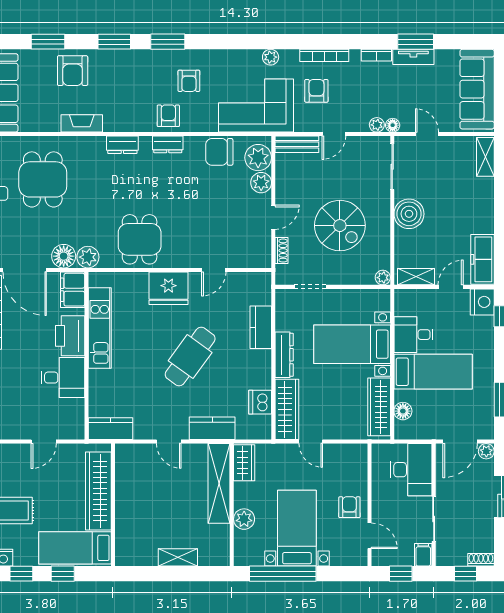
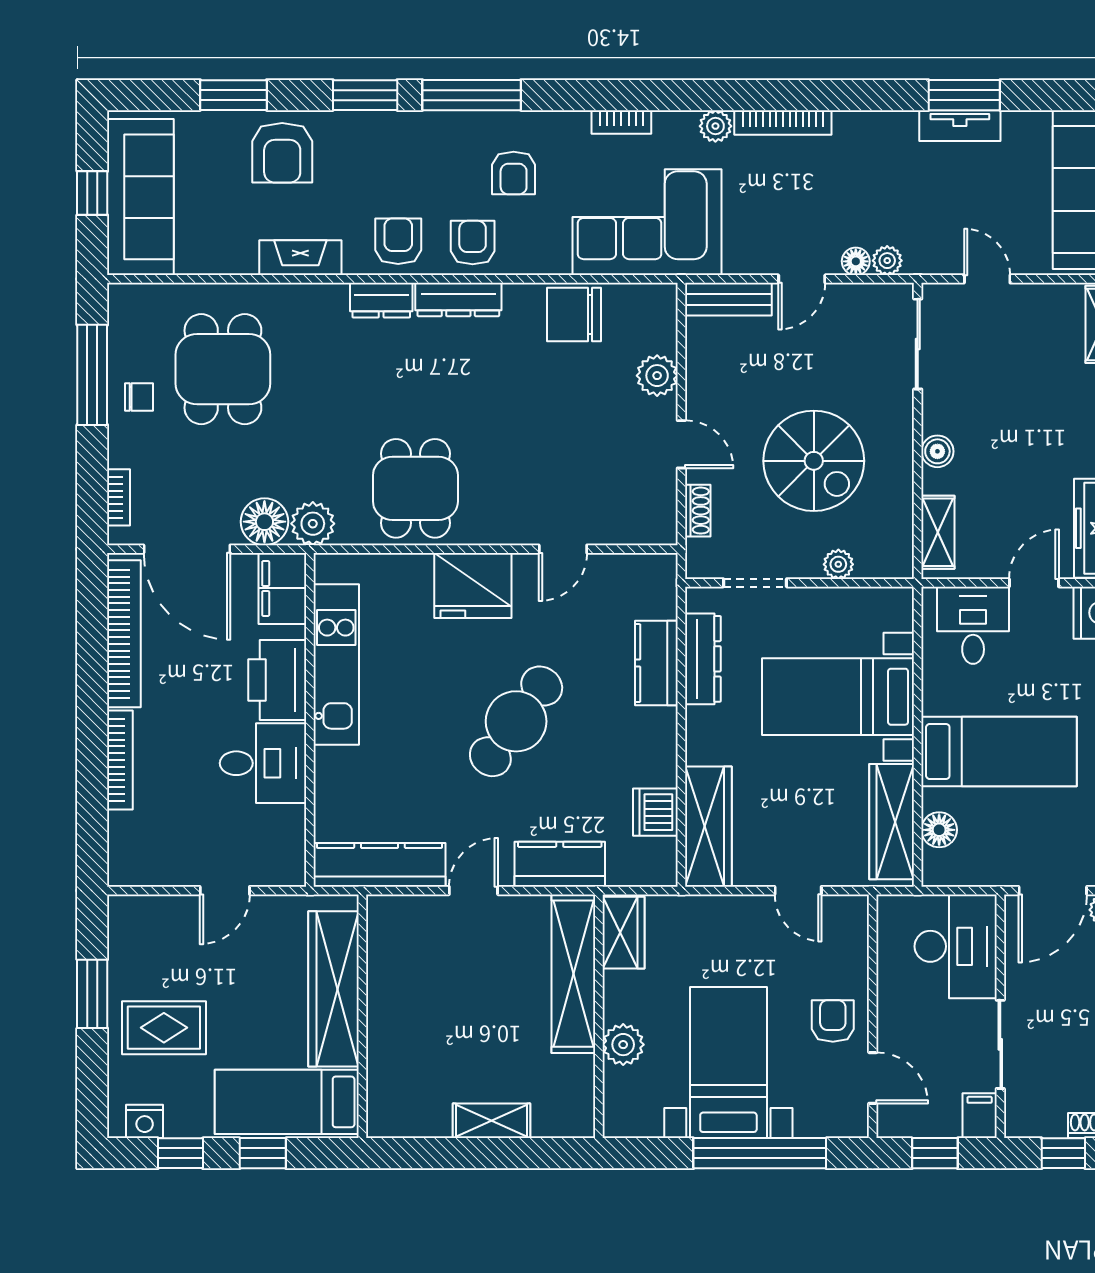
window: (168, 42) -> (472, 95), width x1.44
bookcase: (376, 55) -> (621, 122), moved
plant: (271, 57) -> (715, 126), moved
armchair: (316, 91) -> (398, 241), moved
floor lamp: (393, 125) -> (856, 261), moved
dresser: (168, 144) -> (458, 300), width x1.44
plant: (258, 158) -> (651, 326), removed
boiler: (409, 214) -> (937, 451), width x0.54, depth x0.54
door: (273, 217) -> (681, 444), hinge flipped
shelving: (416, 277) -> (938, 532), moved, turned 90
plant: (383, 278) -> (838, 564), moved
desk: (413, 335) -> (973, 625), moved, turned 90
dresser: (284, 355) -> (703, 659), moved
kitchen counter: (110, 429) -> (379, 865), width x1.50
door: (169, 442) -> (473, 891), swing flipped
door: (311, 442) -> (798, 891), moved
window: (283, 574) -> (760, 1153), moved

